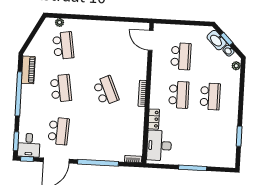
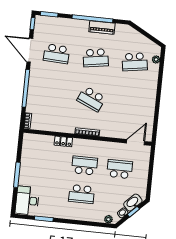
school desk: (181, 56) -> (120, 169), turned 180
piano: (28, 70) -> (102, 27), moved
school desk: (106, 91) -> (91, 99), turned 48
school desk: (179, 95) -> (85, 165), turned 180
desk: (29, 145) -> (45, 26), removed
desk: (159, 145) -> (27, 201), moved, turned -90

